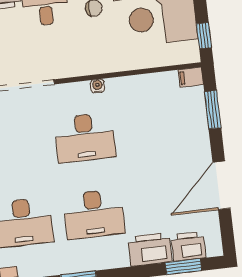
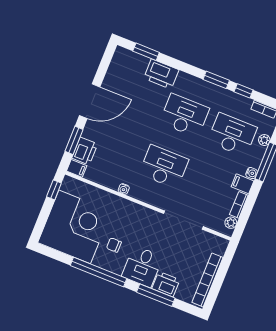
water cooler: (98, 86) -> (124, 189), moved
door: (222, 185) -> (90, 101), moved
printer: (188, 246) -> (85, 151), moved, turned -90

